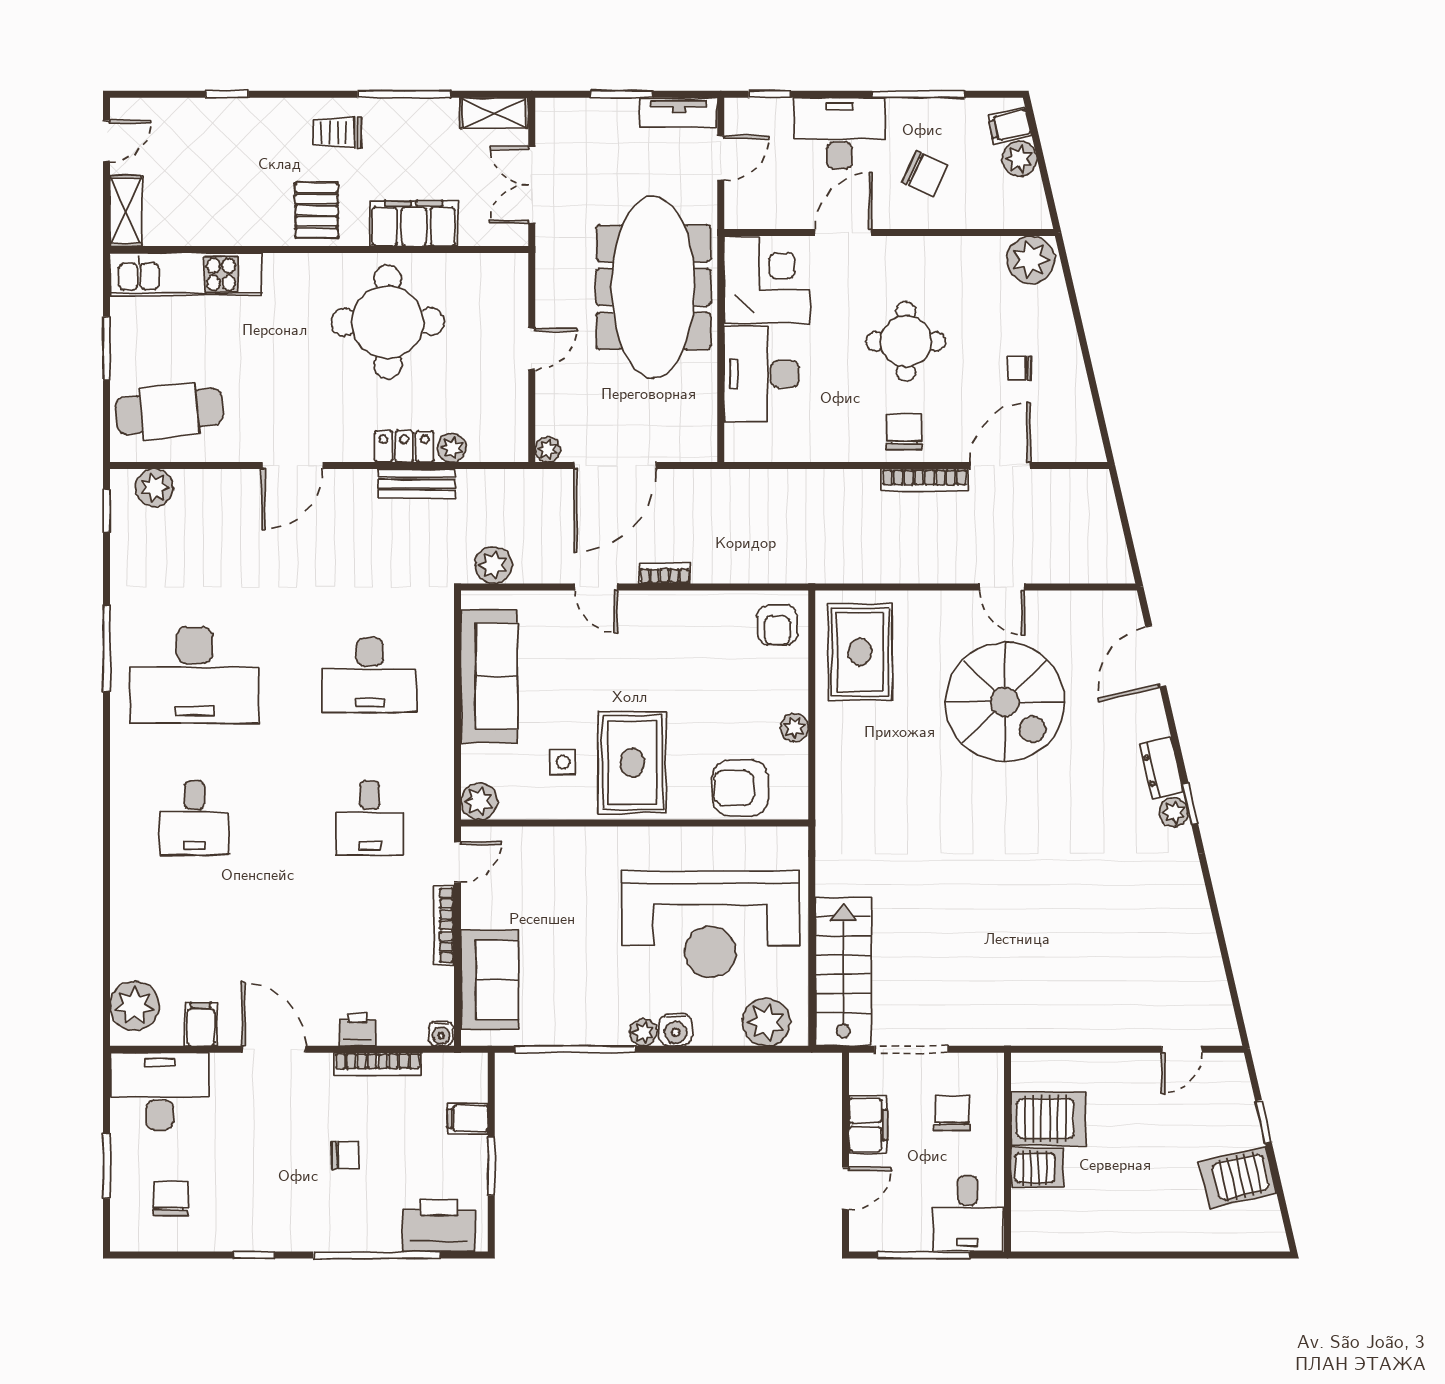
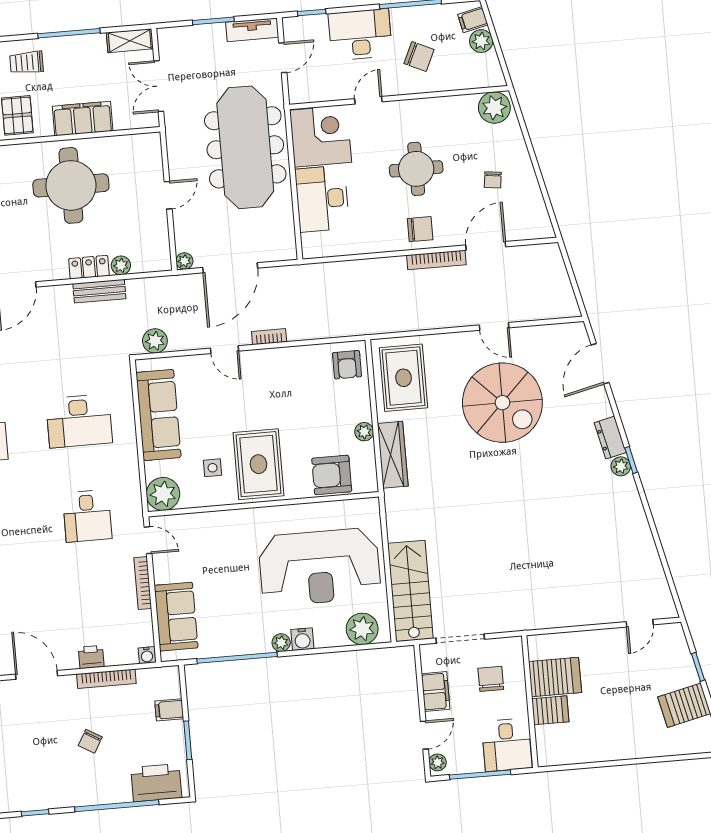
door: (843, 233) -> (368, 100), width x0.73
chair: (1019, 368) -> (493, 180), turned -83
chair: (904, 432) -> (420, 229), turned 90
wardrobe: (834, 766) -> (393, 455), added
plant: (479, 801) -> (163, 494), width x1.36, depth x1.36
door: (457, 862) -> (148, 540), hinge flipped
chair: (345, 1155) -> (90, 741), turned 120
plant: (862, 1231) -> (438, 762), added

